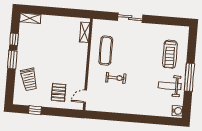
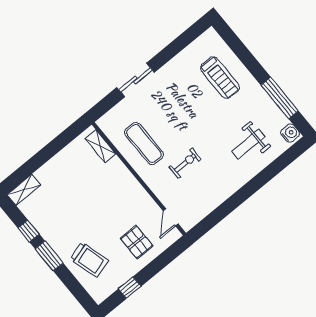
window: (189, 77) -> (280, 98), moved
weight bench: (170, 86) -> (248, 144), moved

